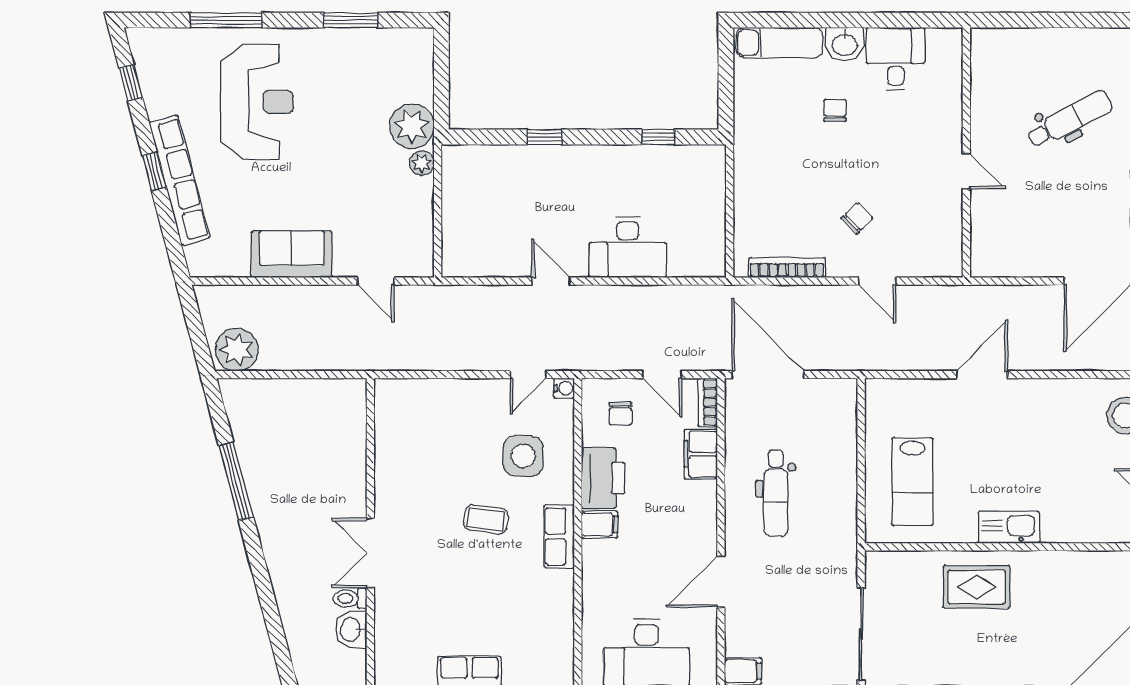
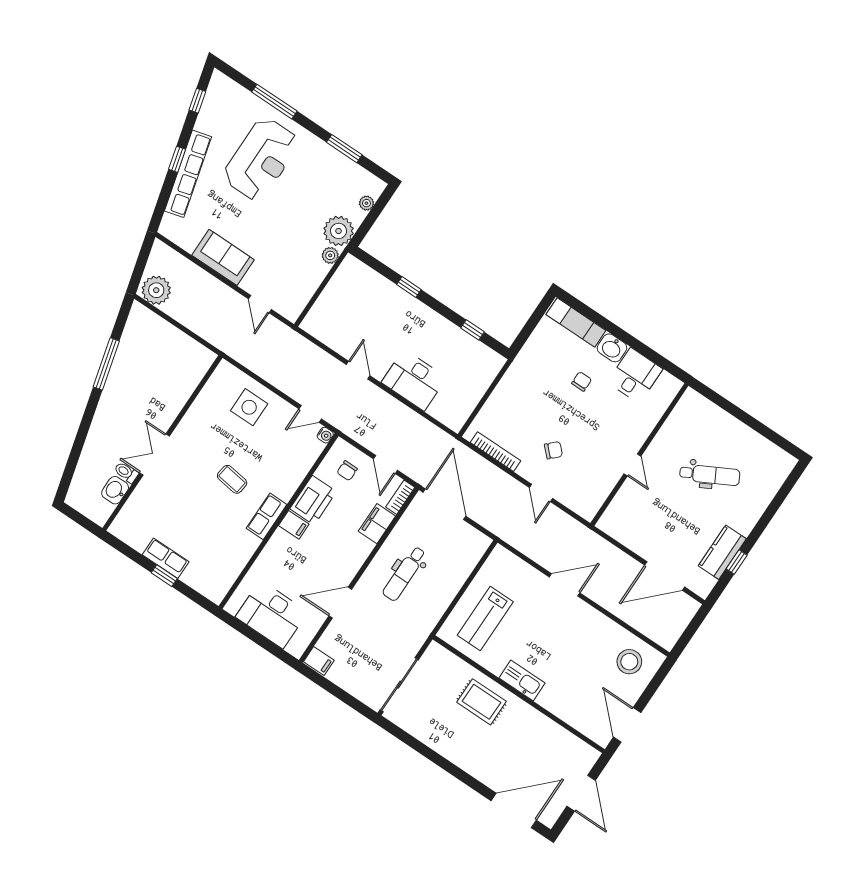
plant: (423, 69) -> (366, 203), added
side table: (523, 456) -> (249, 407), moved

